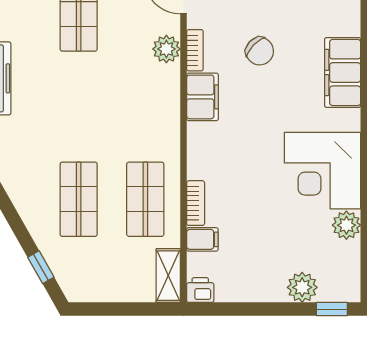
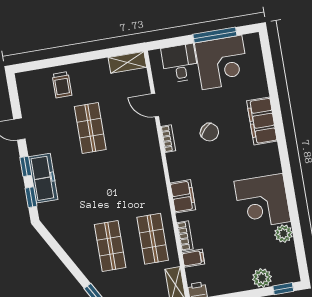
plant: (166, 49) -> (150, 141), removed
filing cabinet: (343, 72) -> (262, 121), moved
filing cabinet: (203, 97) -> (183, 196), moved

